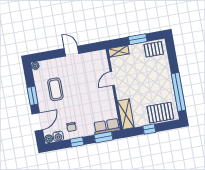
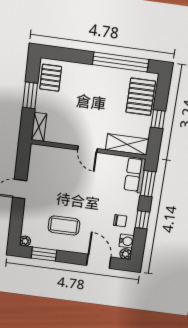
door: (112, 78) -> (87, 149), moved
window: (33, 96) -> (44, 254), moved

